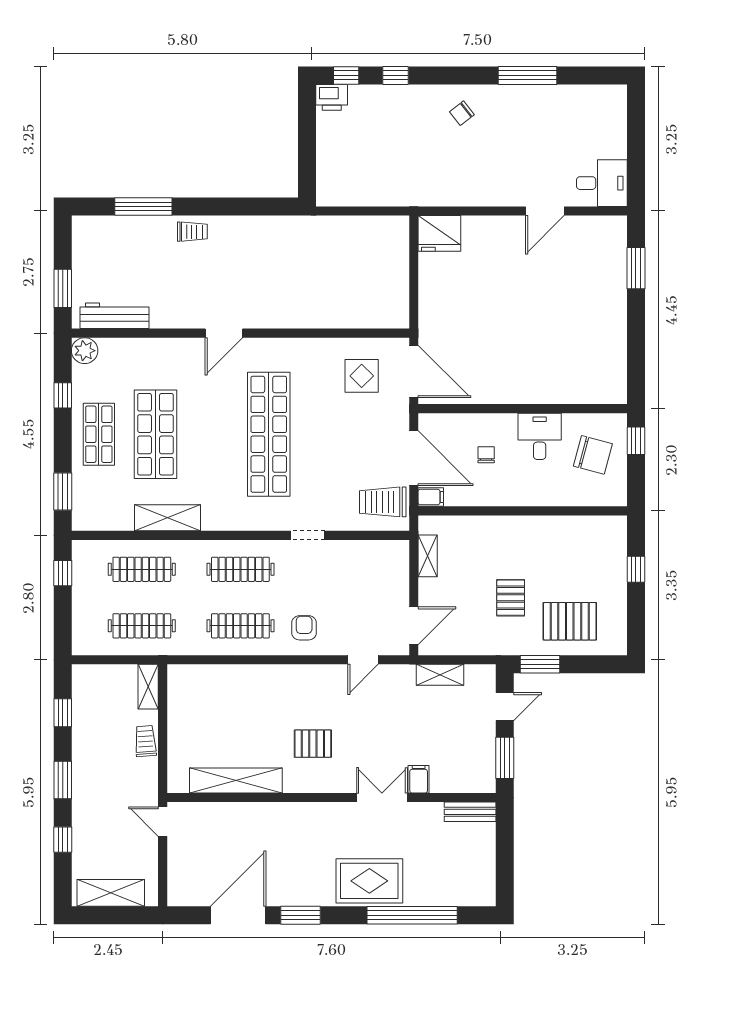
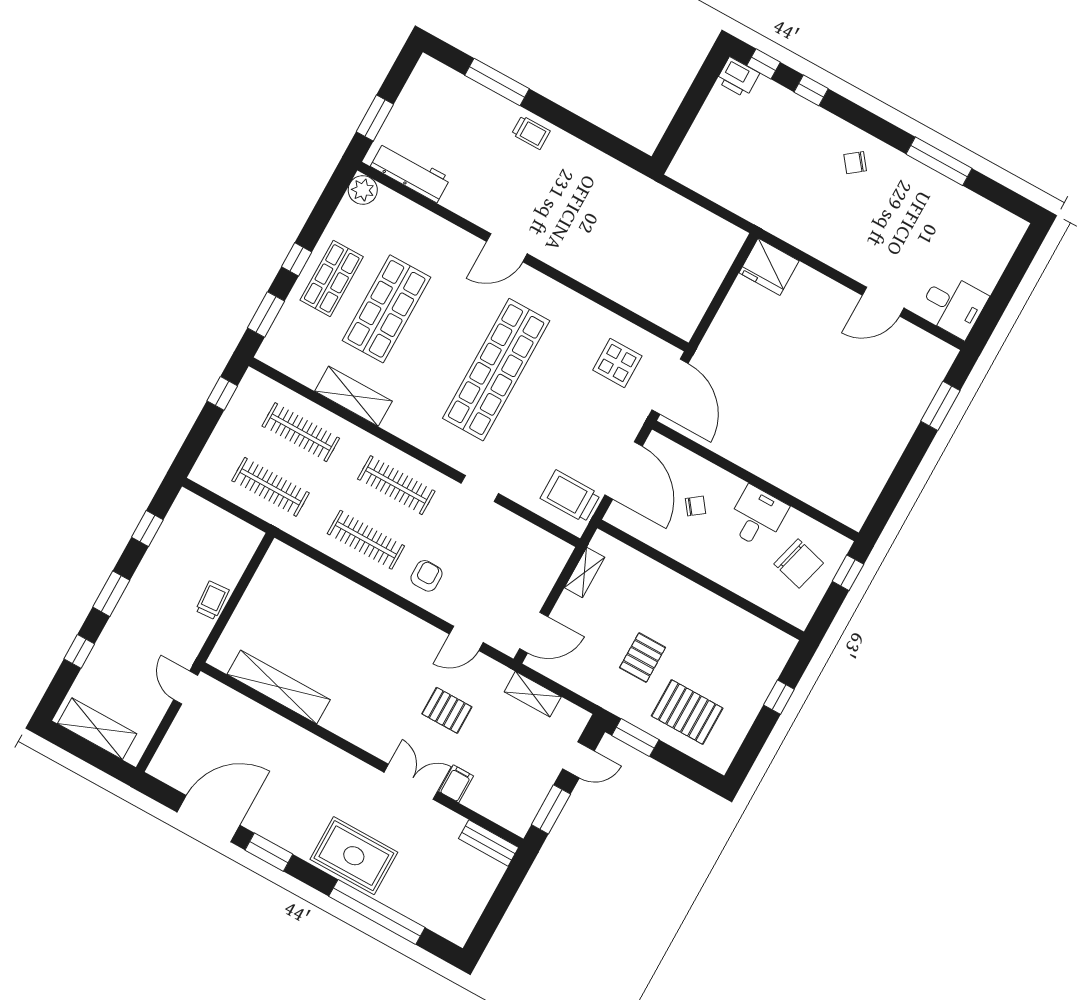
window: (63, 395) -> (297, 259), moved
chair: (486, 455) -> (695, 506), turned 53
filing cabinet: (431, 497) -> (619, 517), removed
shelving: (148, 687) -> (244, 549), removed
pallet: (313, 744) -> (447, 710), moved

